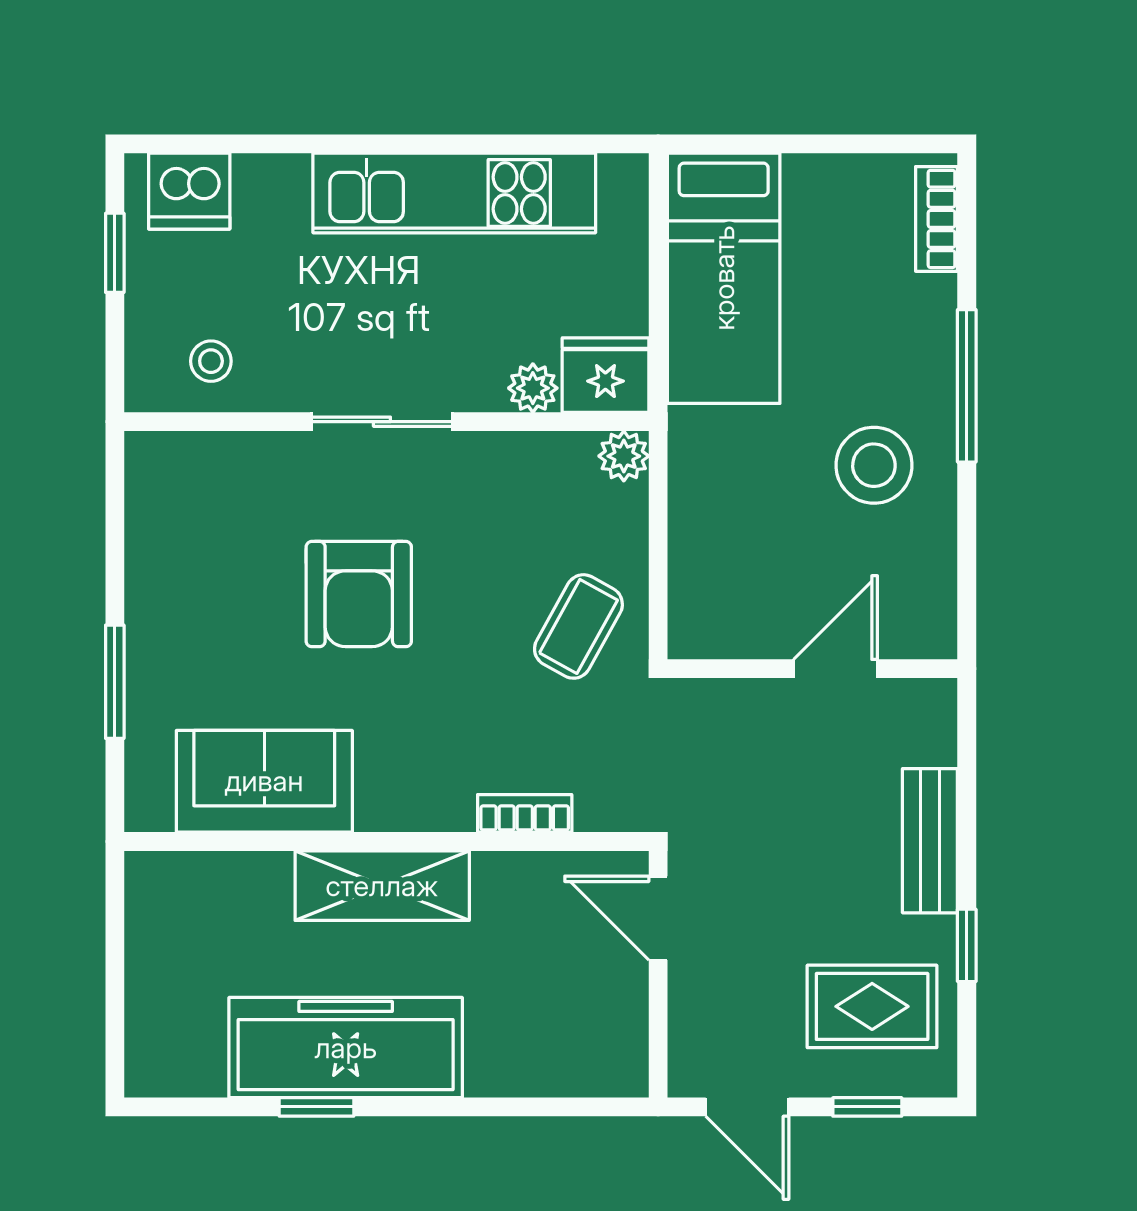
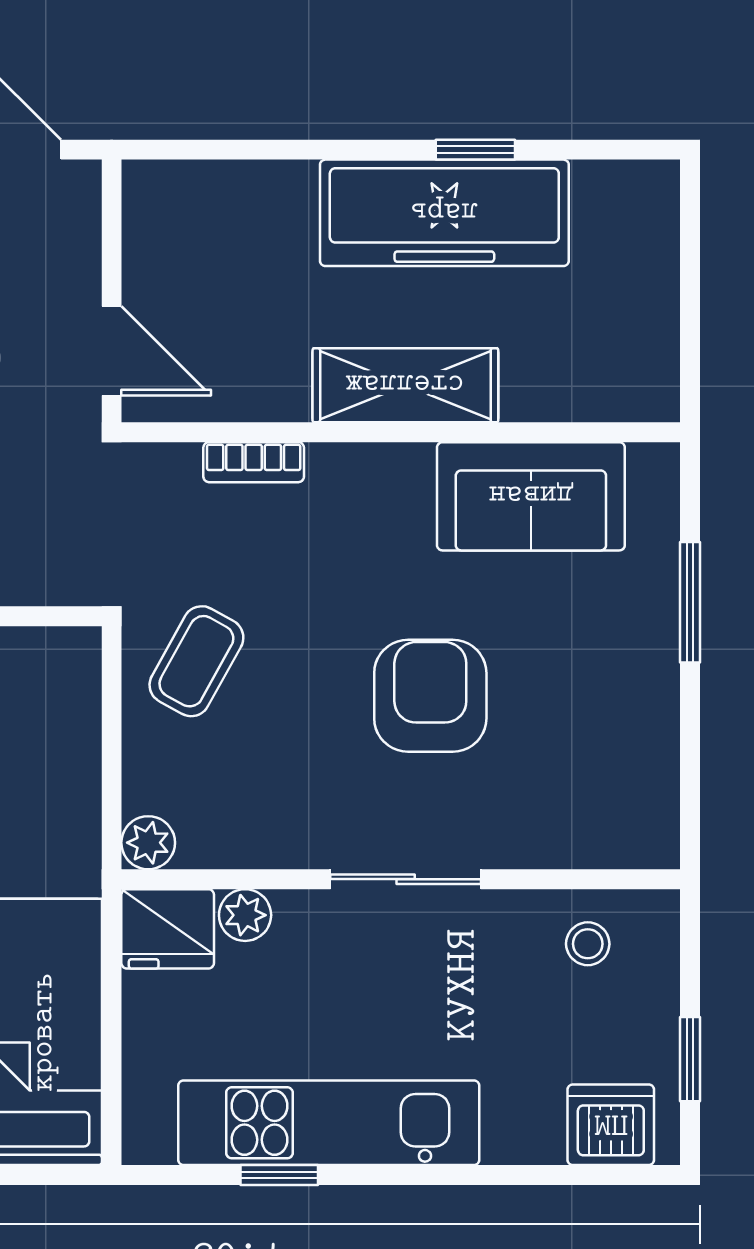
window: (501, 144) -> (279, 1175), added

